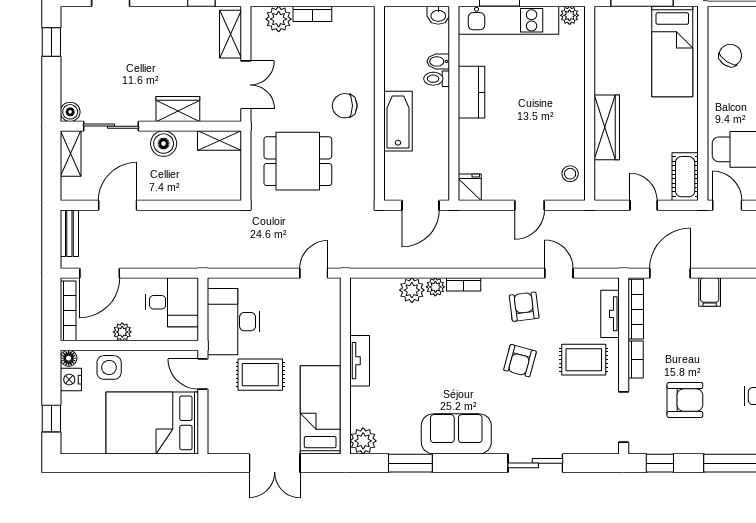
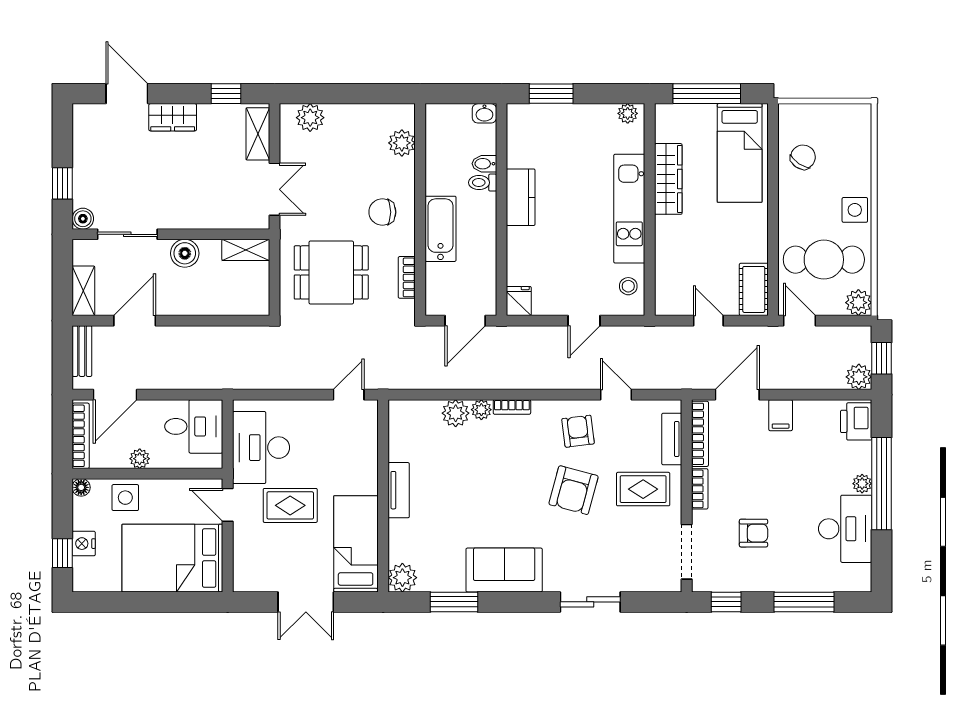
bookcase: (312, 14) -> (407, 277), moved, turned 90
kitchen unit: (509, 20) -> (629, 209), moved, turned 90
window: (51, 42) -> (62, 183), moved
plant: (362, 42) -> (402, 143), added
wardrobe: (178, 109) -> (173, 117), moved, turned 180
wardrobe: (607, 127) -> (668, 179), moved
shelving: (71, 153) -> (83, 291), moved
armchair: (520, 361) -> (574, 490), width x1.38, depth x1.38
nightstand: (71, 380) -> (84, 544), moved
armchair: (685, 400) -> (753, 533), width x0.72, depth x0.72

